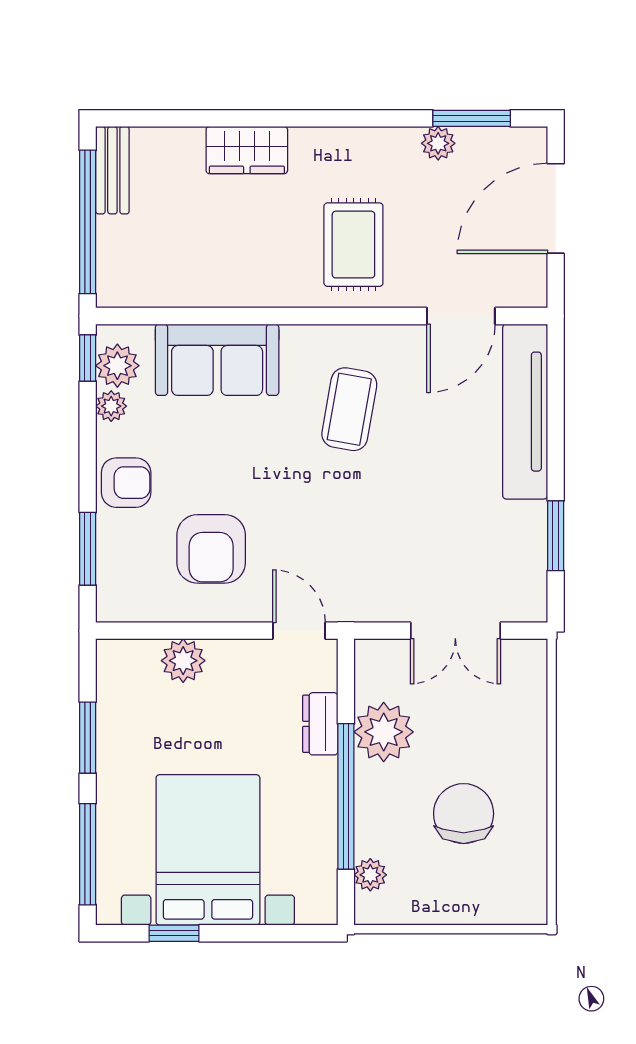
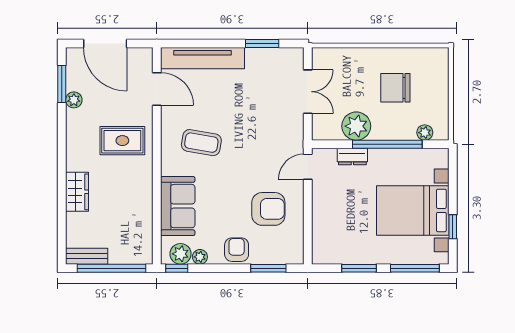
plant: (183, 661) -> (322, 222), removed

